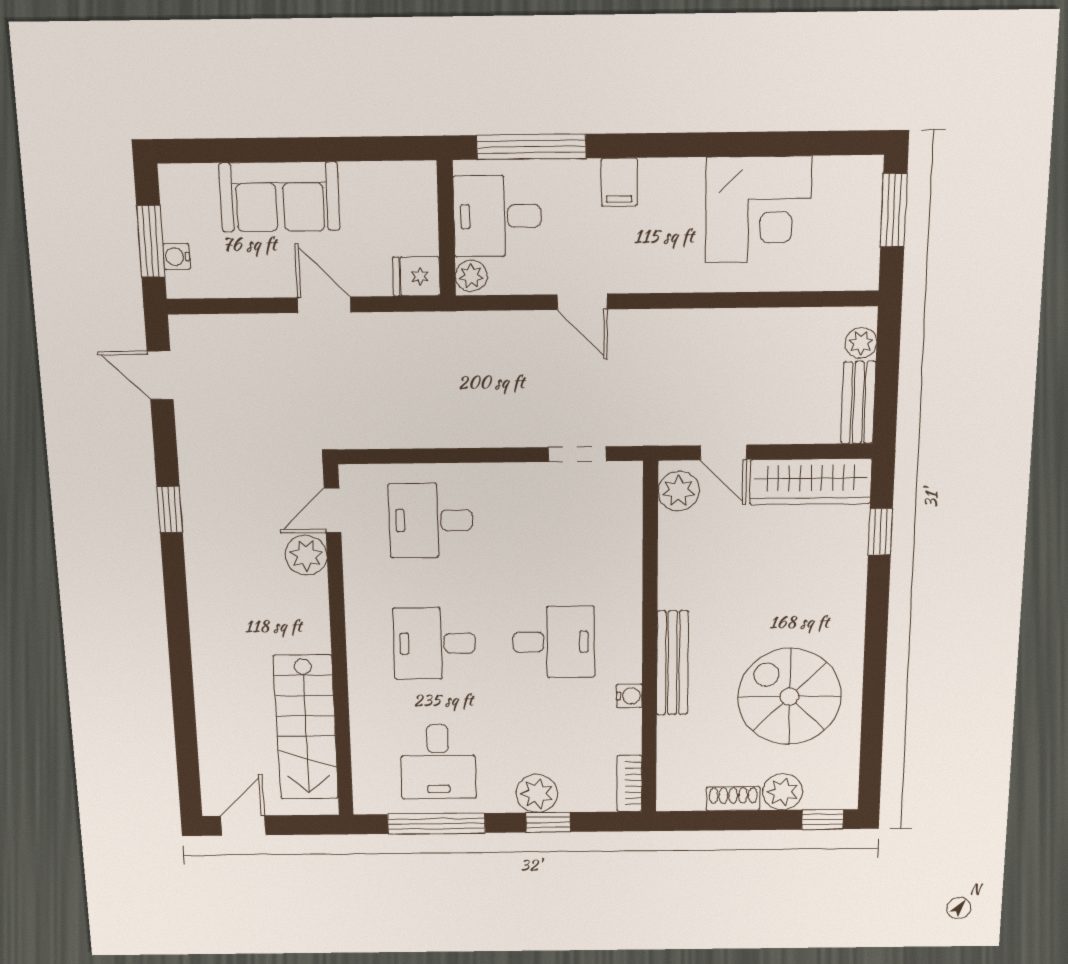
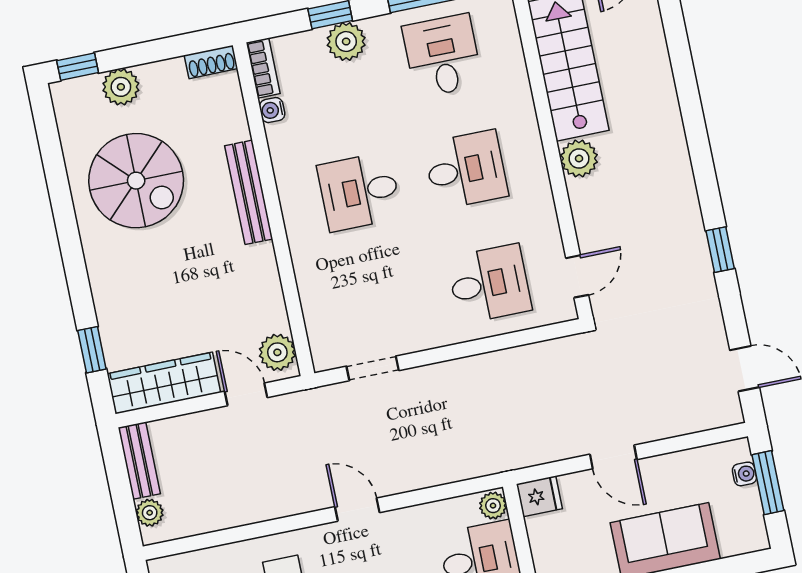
door: (582, 302) -> (357, 510), moved
plant: (306, 555) -> (579, 158), moved
water cooler: (629, 696) -> (272, 110), moved
shoe rack: (733, 799) -> (211, 62), moved

